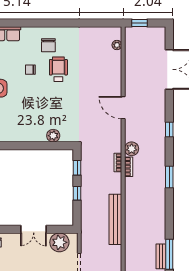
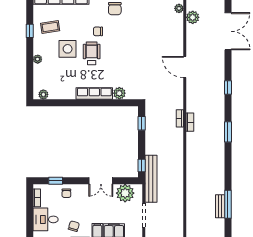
wheelchair: (58, 69) -> (92, 53), moved
row of seats: (26, 136) -> (94, 93), added
plant: (132, 149) -> (193, 17), moved
window: (77, 193) -> (142, 166), moved
bench: (115, 219) -> (151, 179), moved

